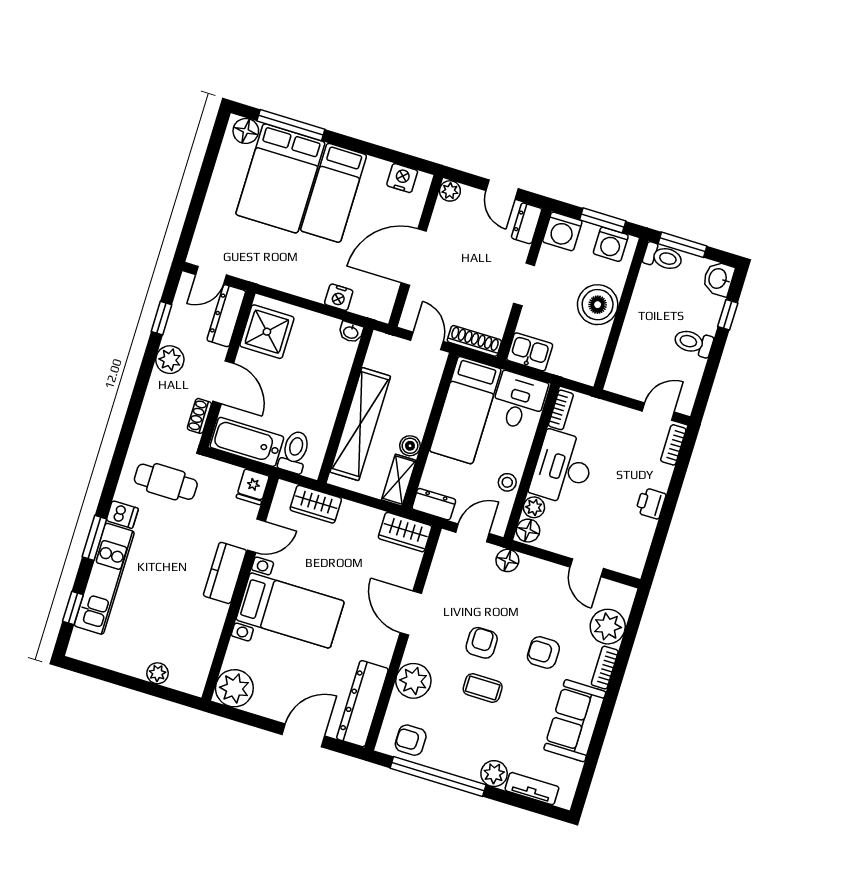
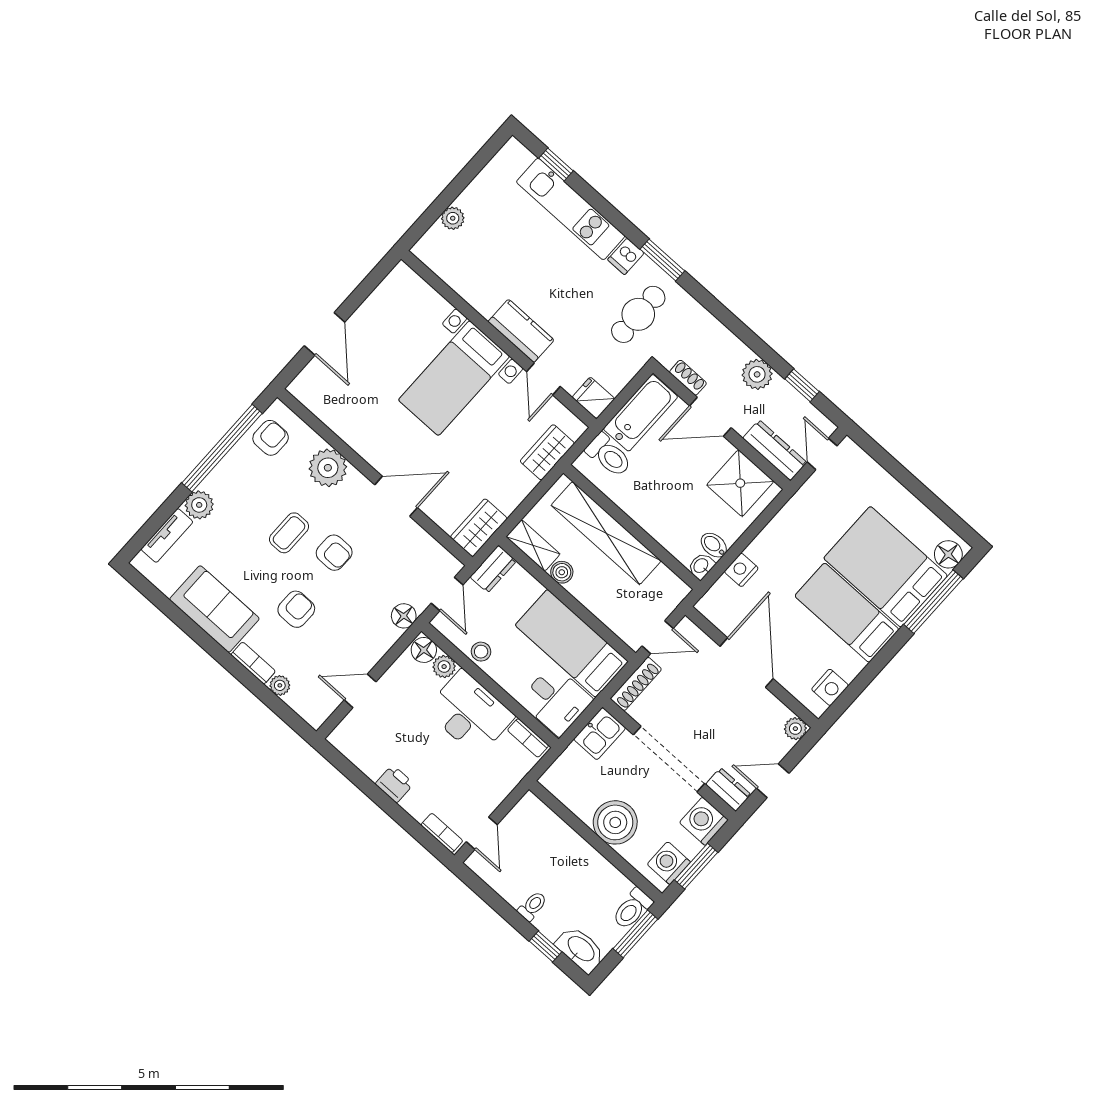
washbasin: (718, 279) -> (581, 949), width x1.38
doorway: (524, 284) -> (669, 759), width x1.88
bidet: (329, 330) -> (714, 545), added
toilet: (693, 343) -> (532, 906), width x0.73, depth x0.72
window: (94, 538) -> (662, 260), moved
plant: (608, 627) -> (280, 685), width x0.53, depth x0.53
plant: (234, 688) -> (403, 287), removed
dresser: (362, 704) -> (329, 407), removed

